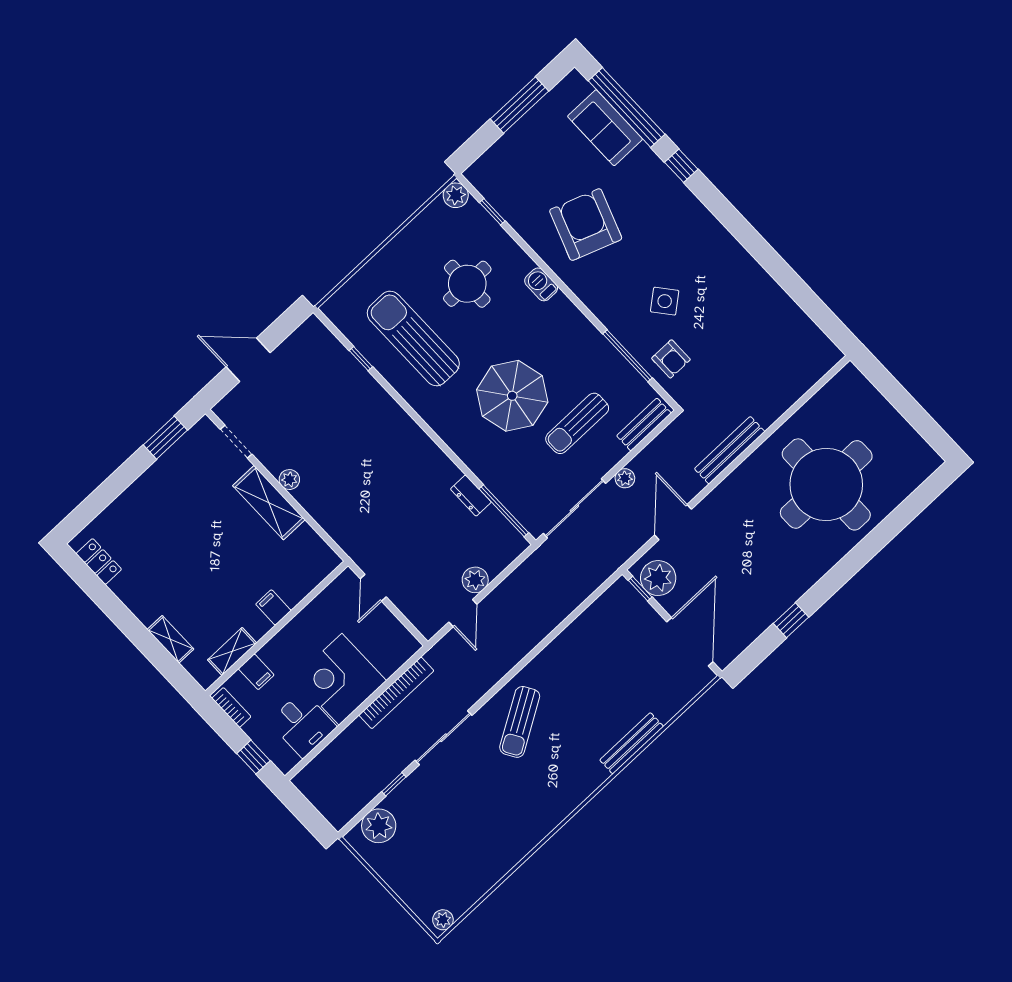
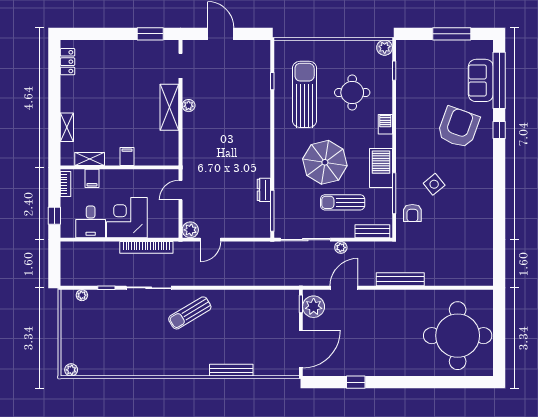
armchair: (586, 225) -> (458, 127), moved
barbecue: (584, 341) -> (381, 168), added
round table: (826, 484) -> (458, 336), moved
plant: (475, 580) -> (190, 230), moved
plant: (379, 826) -> (82, 295), width x0.53, depth x0.53

